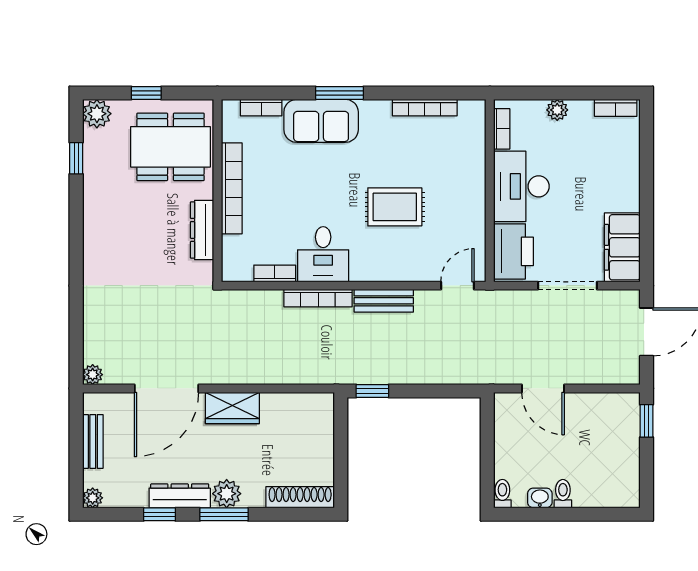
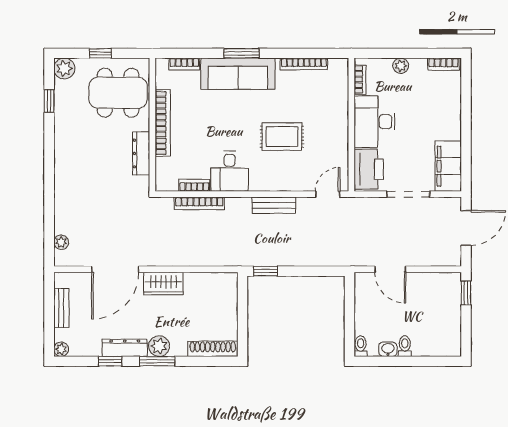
sofa: (321, 121) -> (238, 74), width x1.36
bookcase: (318, 298) -> (199, 203), moved
plant: (93, 375) -> (61, 242), moved

